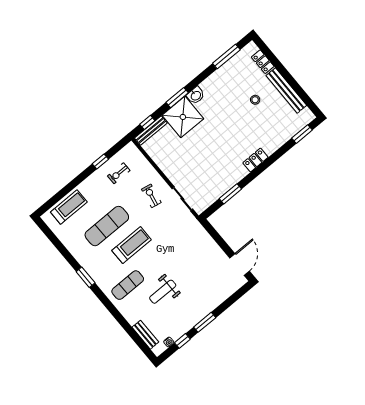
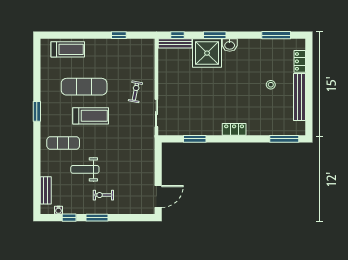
window: (302, 134) -> (284, 139), width x1.44
exercise bike: (119, 173) -> (103, 195), moved

